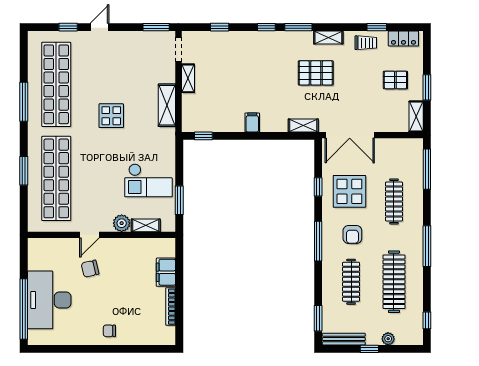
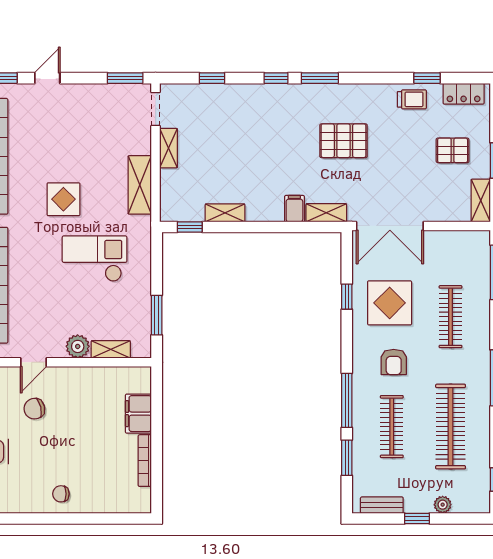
shelving: (328, 38) -> (225, 213), moved
filing cabinet: (252, 123) -> (294, 209), moved
checkout: (149, 180) -> (95, 259), moved, turned 180
window: (318, 241) -> (347, 400), moved
window: (318, 318) -> (347, 458), moved
bench: (344, 339) -> (382, 505), width x0.73

